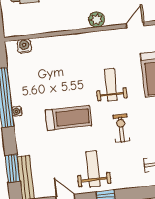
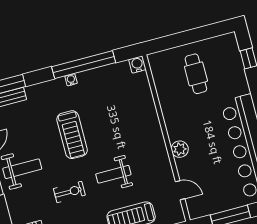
water cooler: (24, 46) -> (137, 64), moved, turned -90
weight bench: (111, 85) -> (113, 174), turned 180

